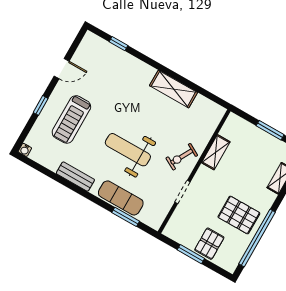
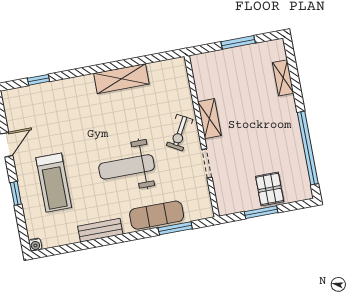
shelving: (216, 152) -> (209, 119), moved
pallet: (239, 215) -> (274, 141), removed

